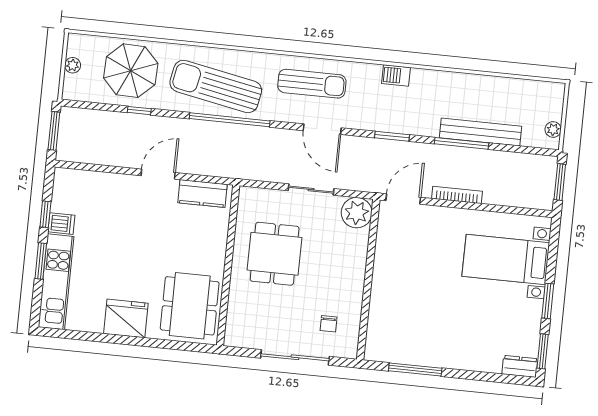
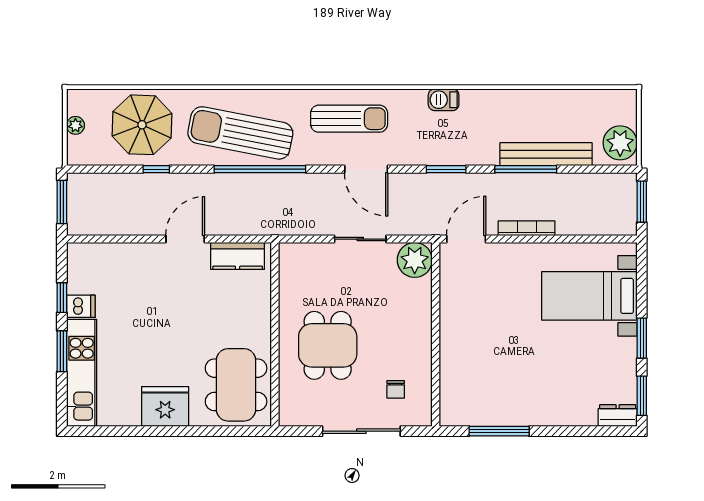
plant: (553, 129) -> (620, 143), width x1.88, depth x1.88
dining table: (275, 254) -> (328, 345), moved

